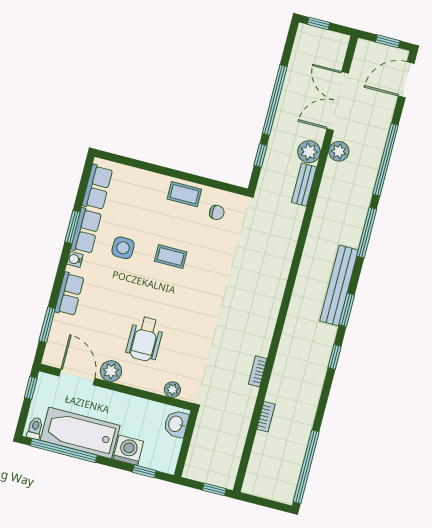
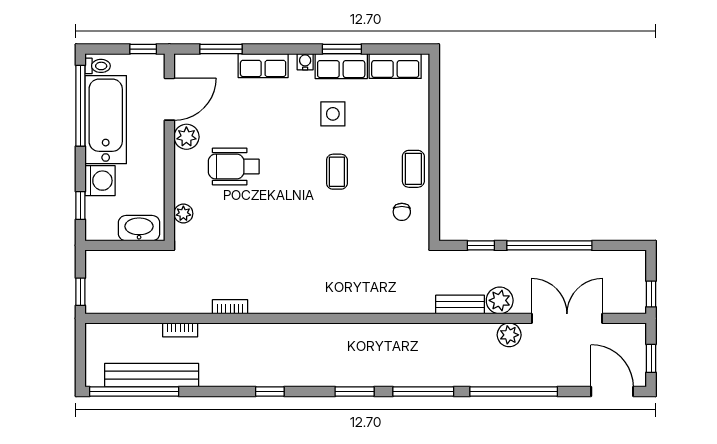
window: (318, 23) -> (651, 294), moved
bench: (339, 285) -> (152, 375), moved
window: (347, 310) -> (355, 391), moved
washbasin: (176, 424) -> (139, 228), width x1.38

